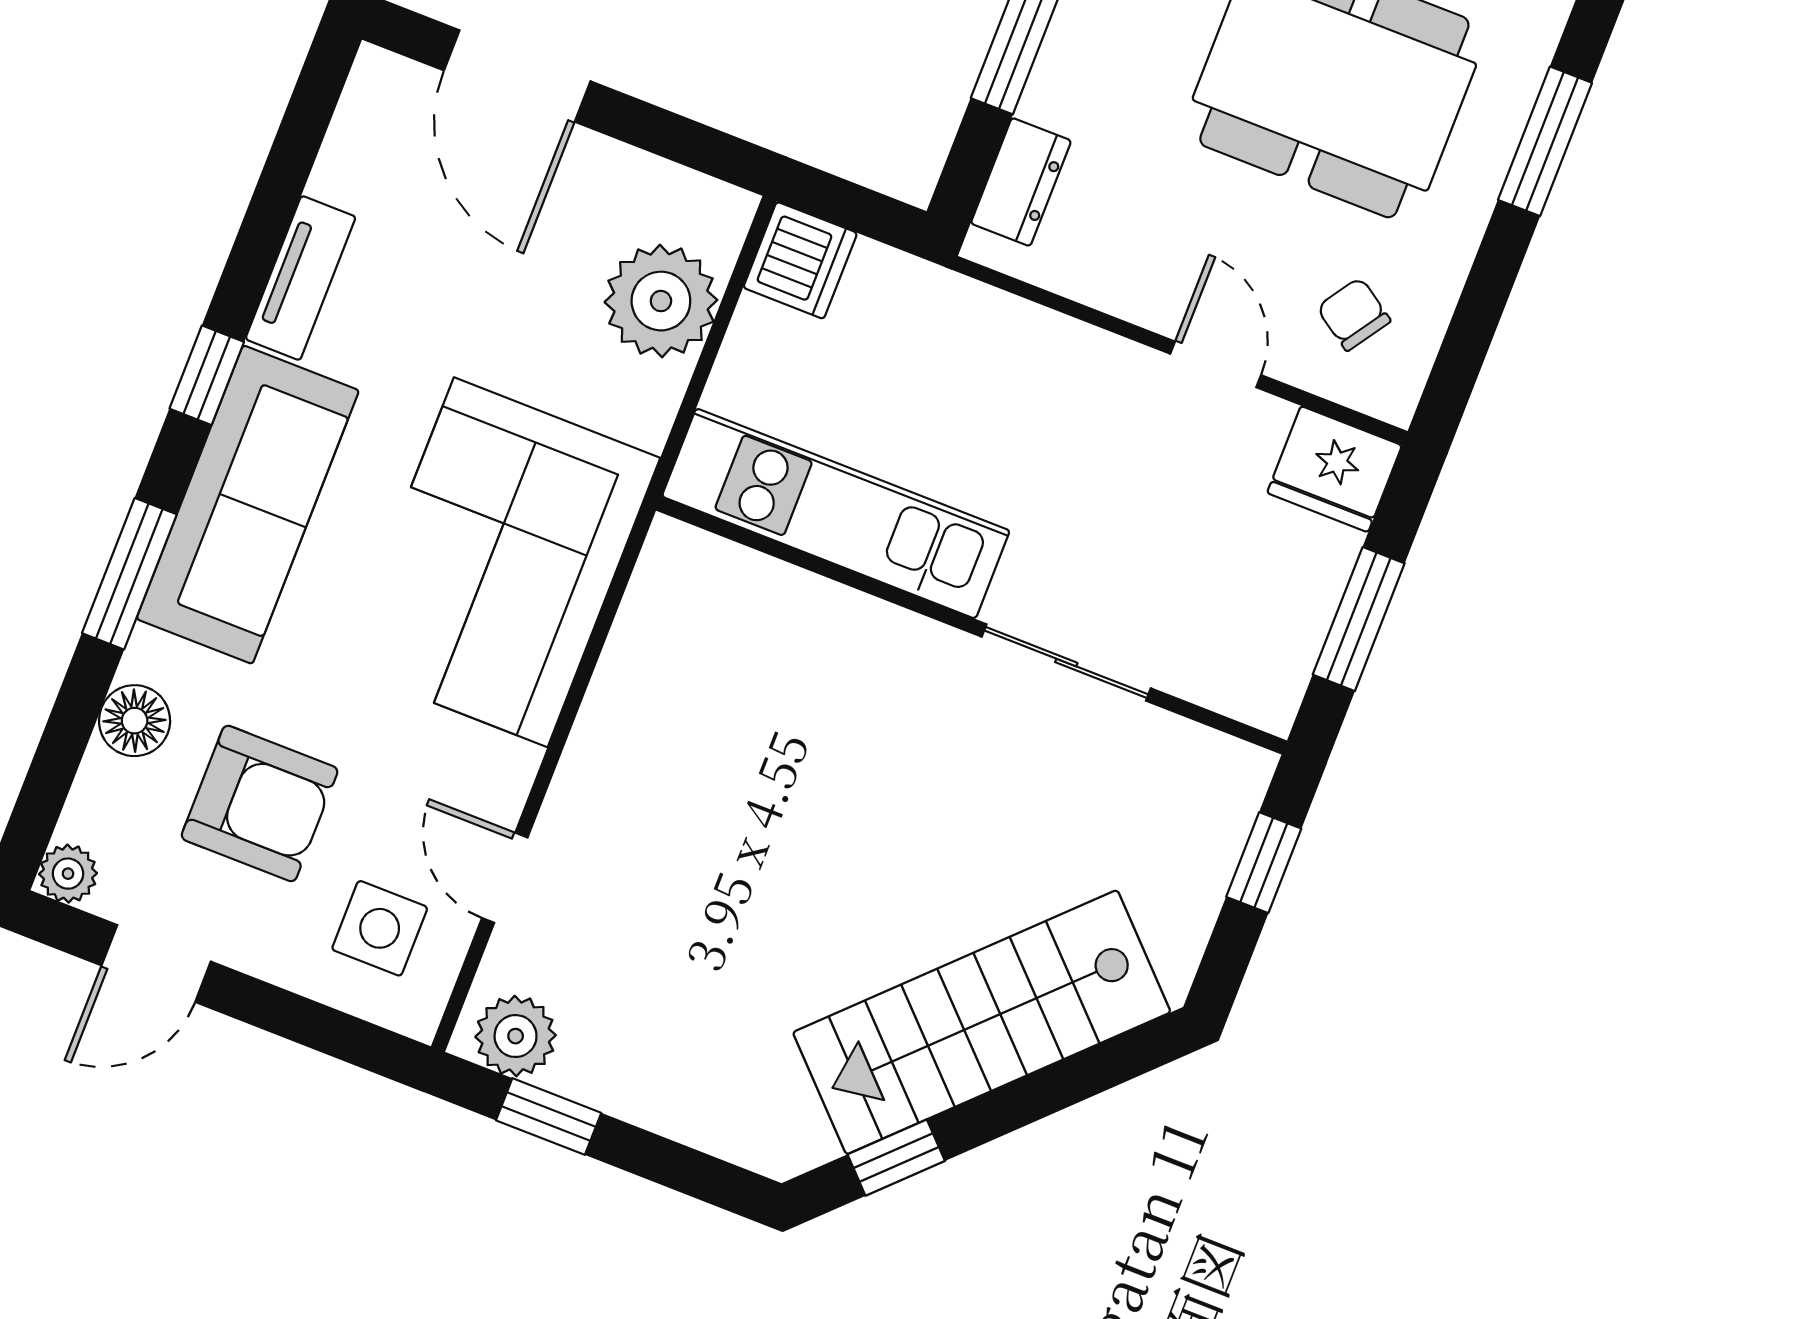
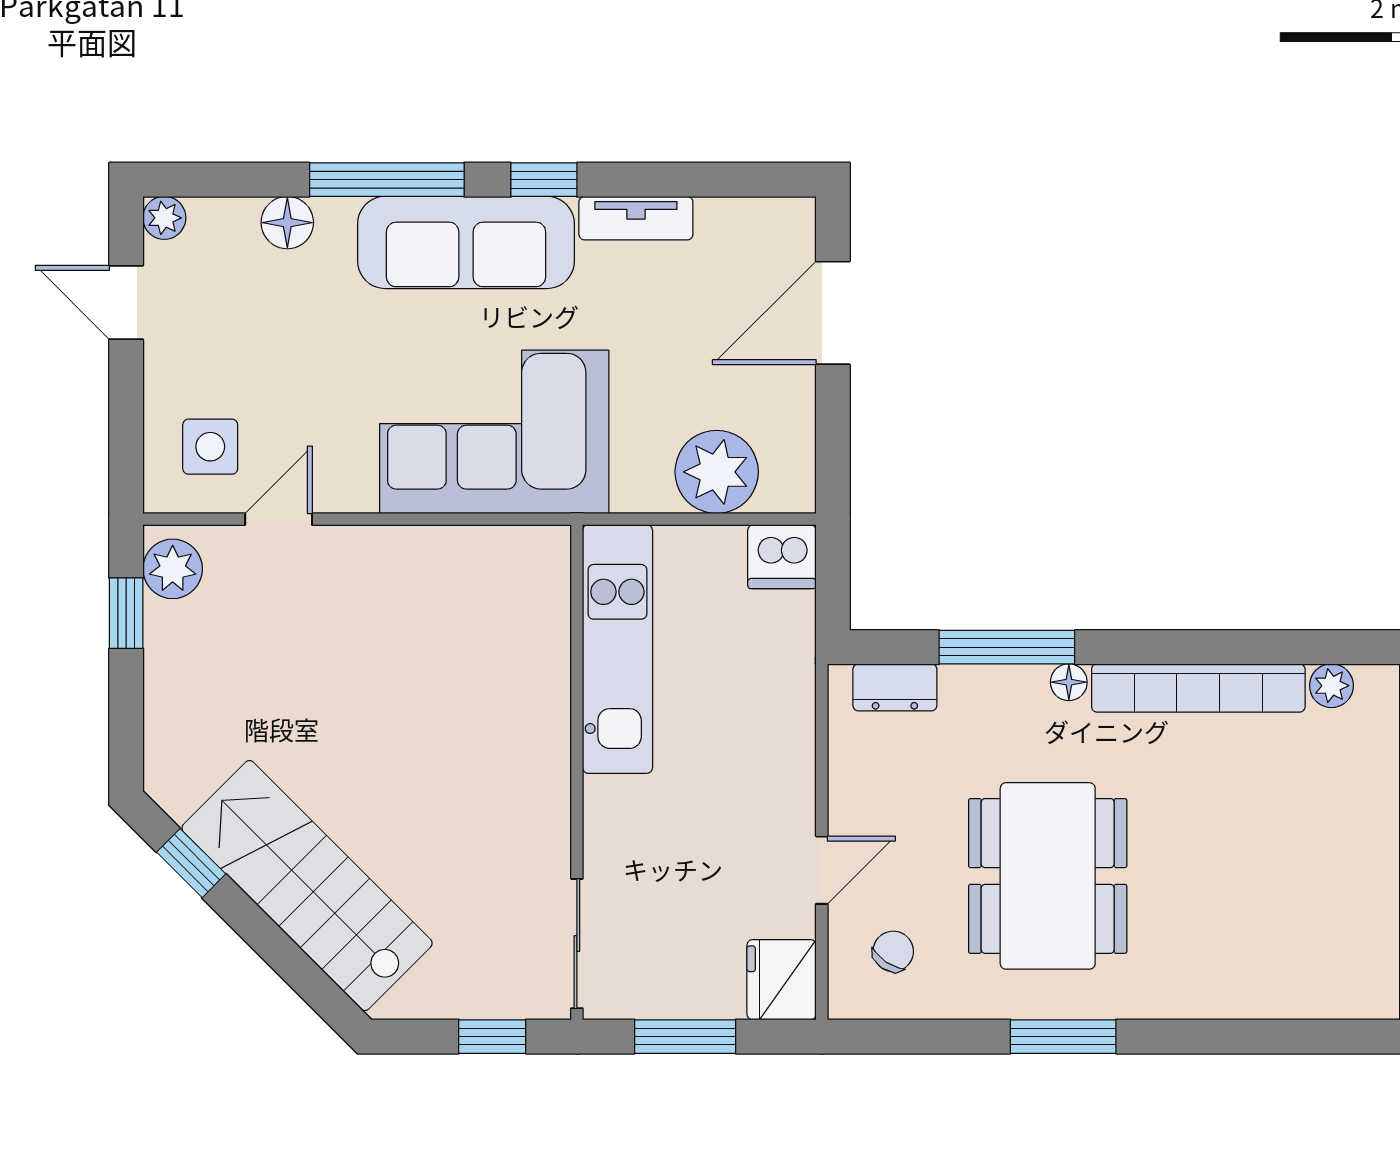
window: (129, 574) -> (387, 180), width x1.44
sliding door: (1066, 662) -> (577, 944), moved
armchair: (260, 803) -> (264, 331), removed

